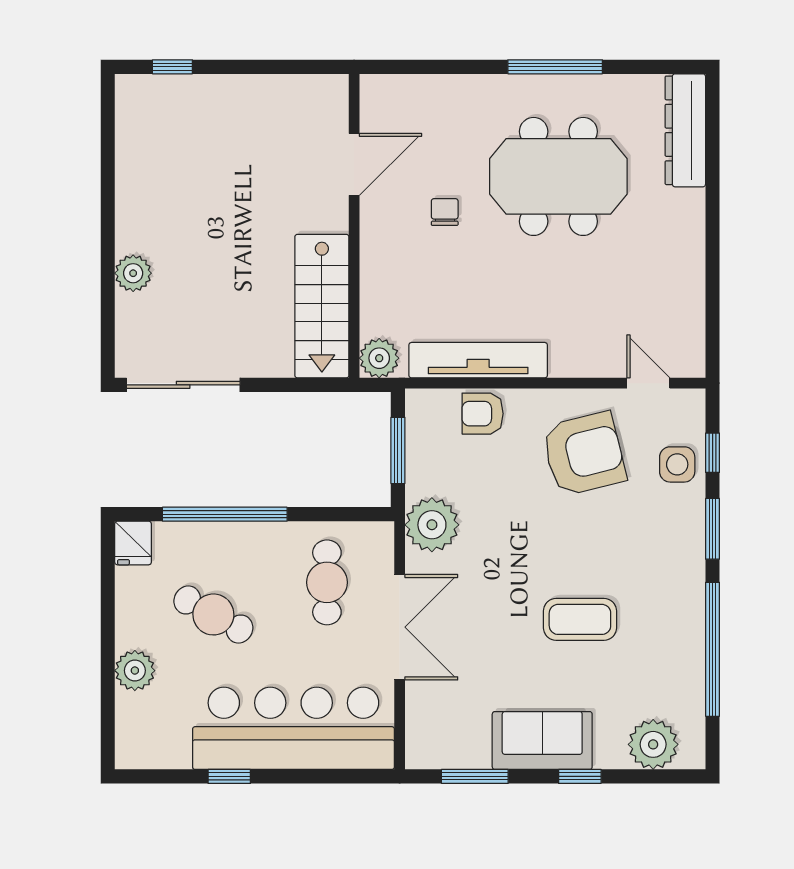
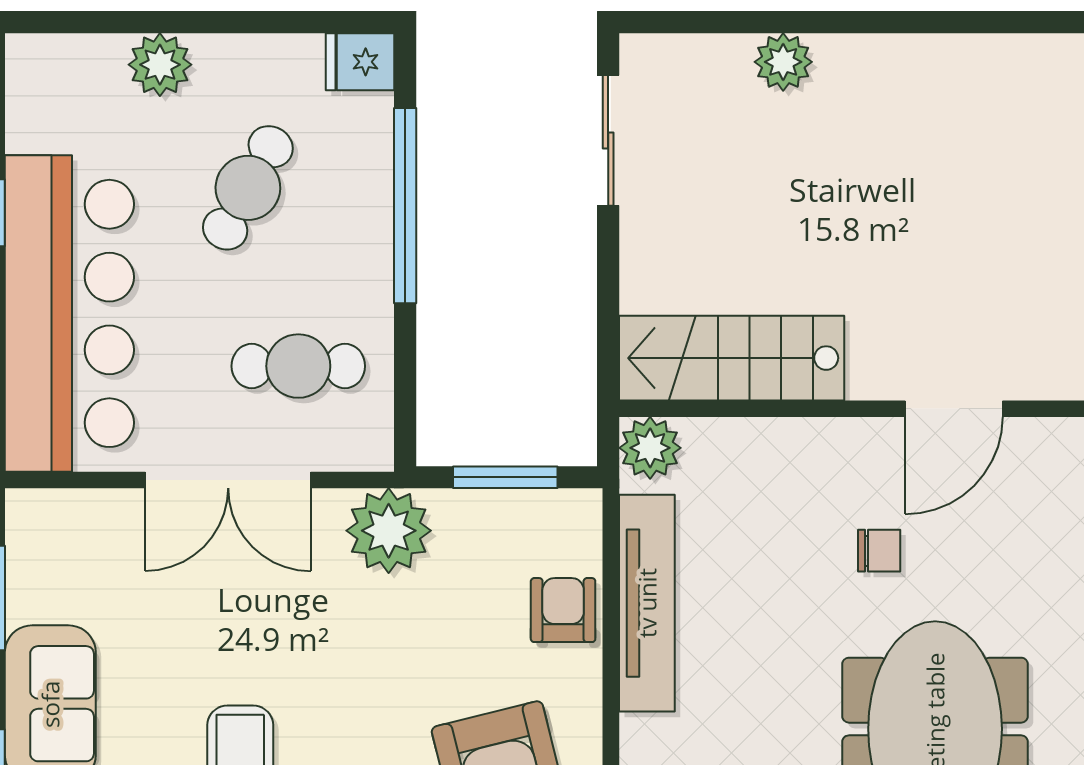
door: (354, 164) -> (954, 409), hinge flipped
sliding door: (183, 385) -> (608, 140), width x0.73

